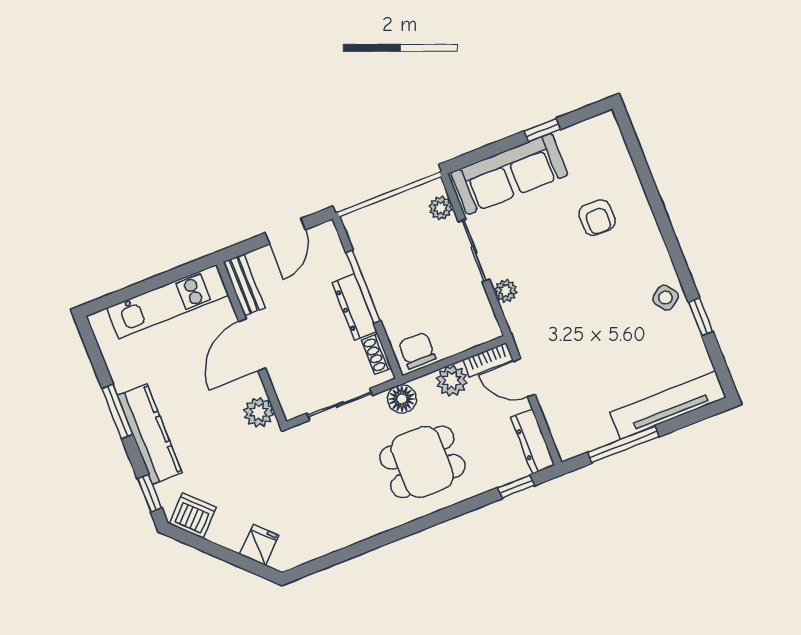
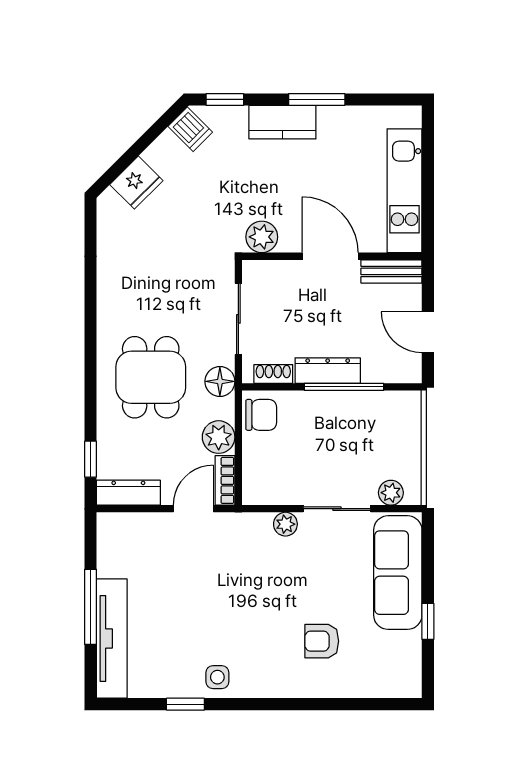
side table: (665, 298) -> (217, 677), turned 35
kitchen counter: (150, 434) -> (282, 122), width x0.67
window: (623, 444) -> (91, 607), moved
dishwasher: (193, 515) -> (190, 129), width x0.73
fridge: (259, 545) -> (136, 183), width x1.38

